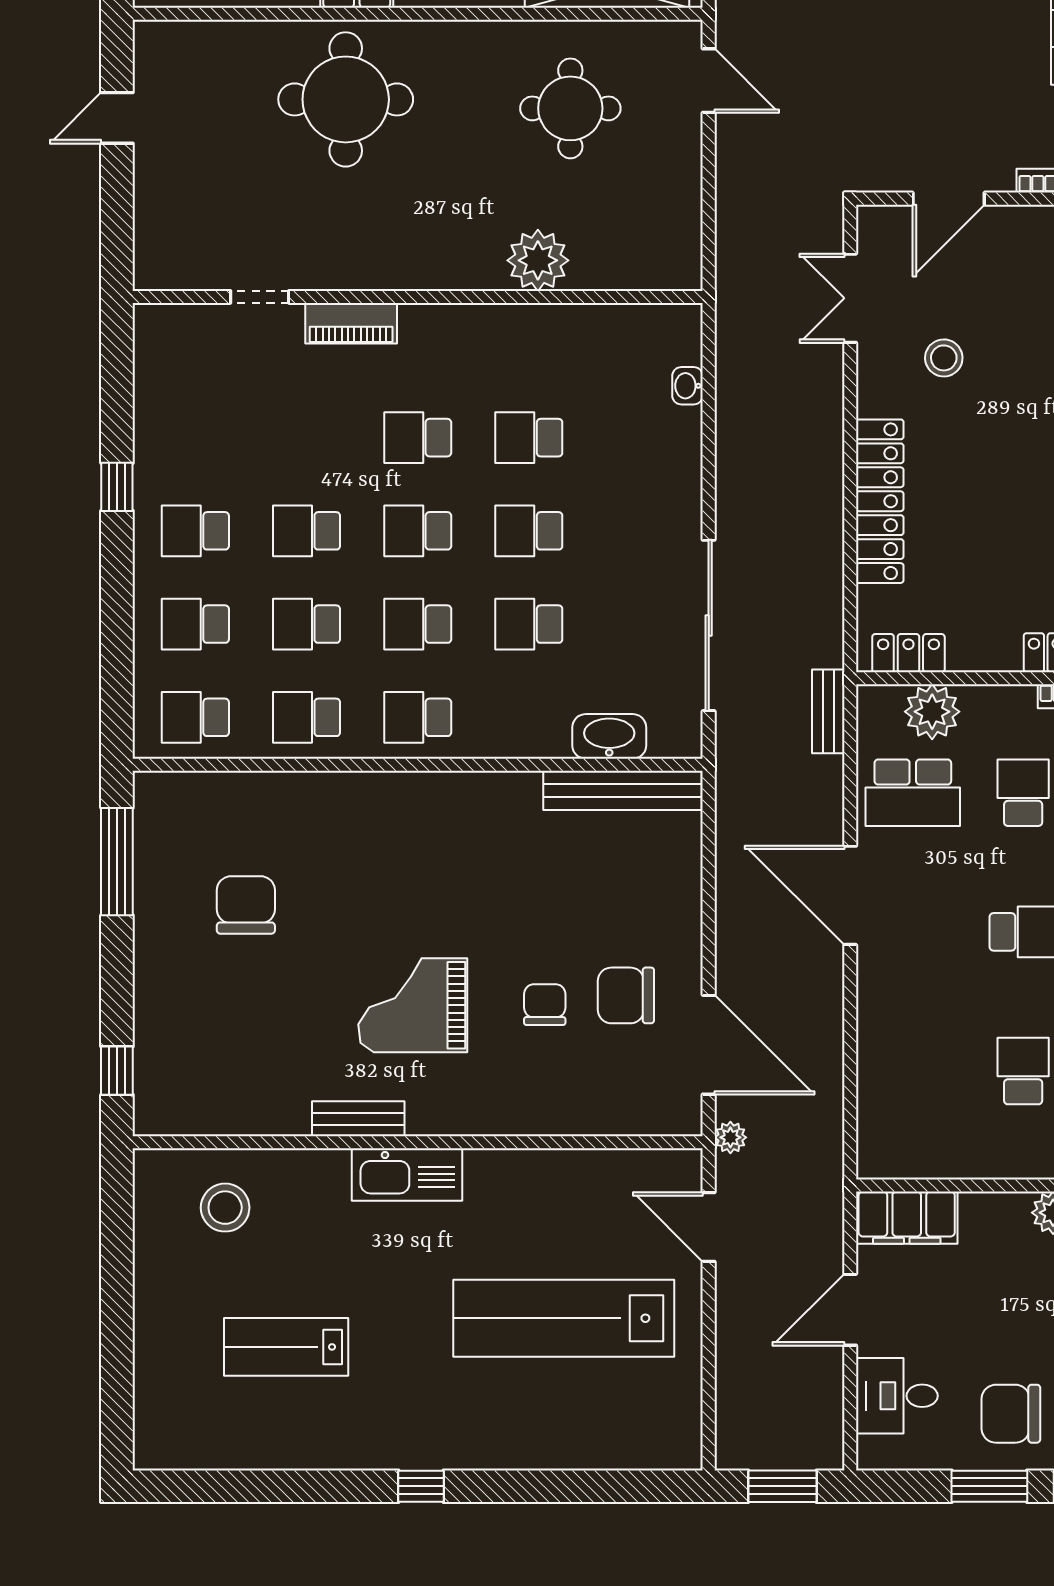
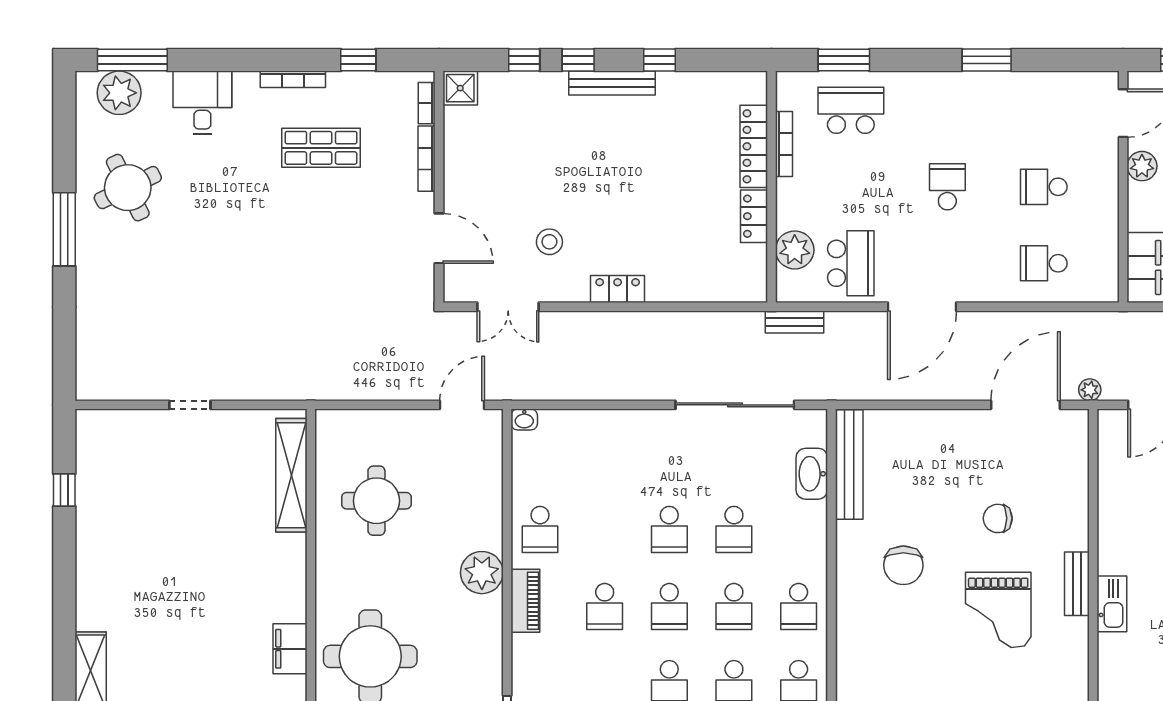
door: (709, 81) -> (462, 405), moved
plant: (538, 260) -> (482, 573), moved
piano: (351, 323) -> (525, 601), moved
washbasin: (688, 386) -> (524, 419), moved
school desk: (529, 438) -> (540, 529), moved
locker: (880, 501) -> (618, 289), width x0.46, depth x0.83
locker: (908, 653) -> (754, 216), moved
school desk: (1023, 793) -> (1044, 263), moved
chair: (626, 995) -> (903, 565), moved
bench: (358, 1119) -> (1077, 584), moved
kitchen sink: (407, 1175) -> (1112, 604), width x0.73, depth x0.81

